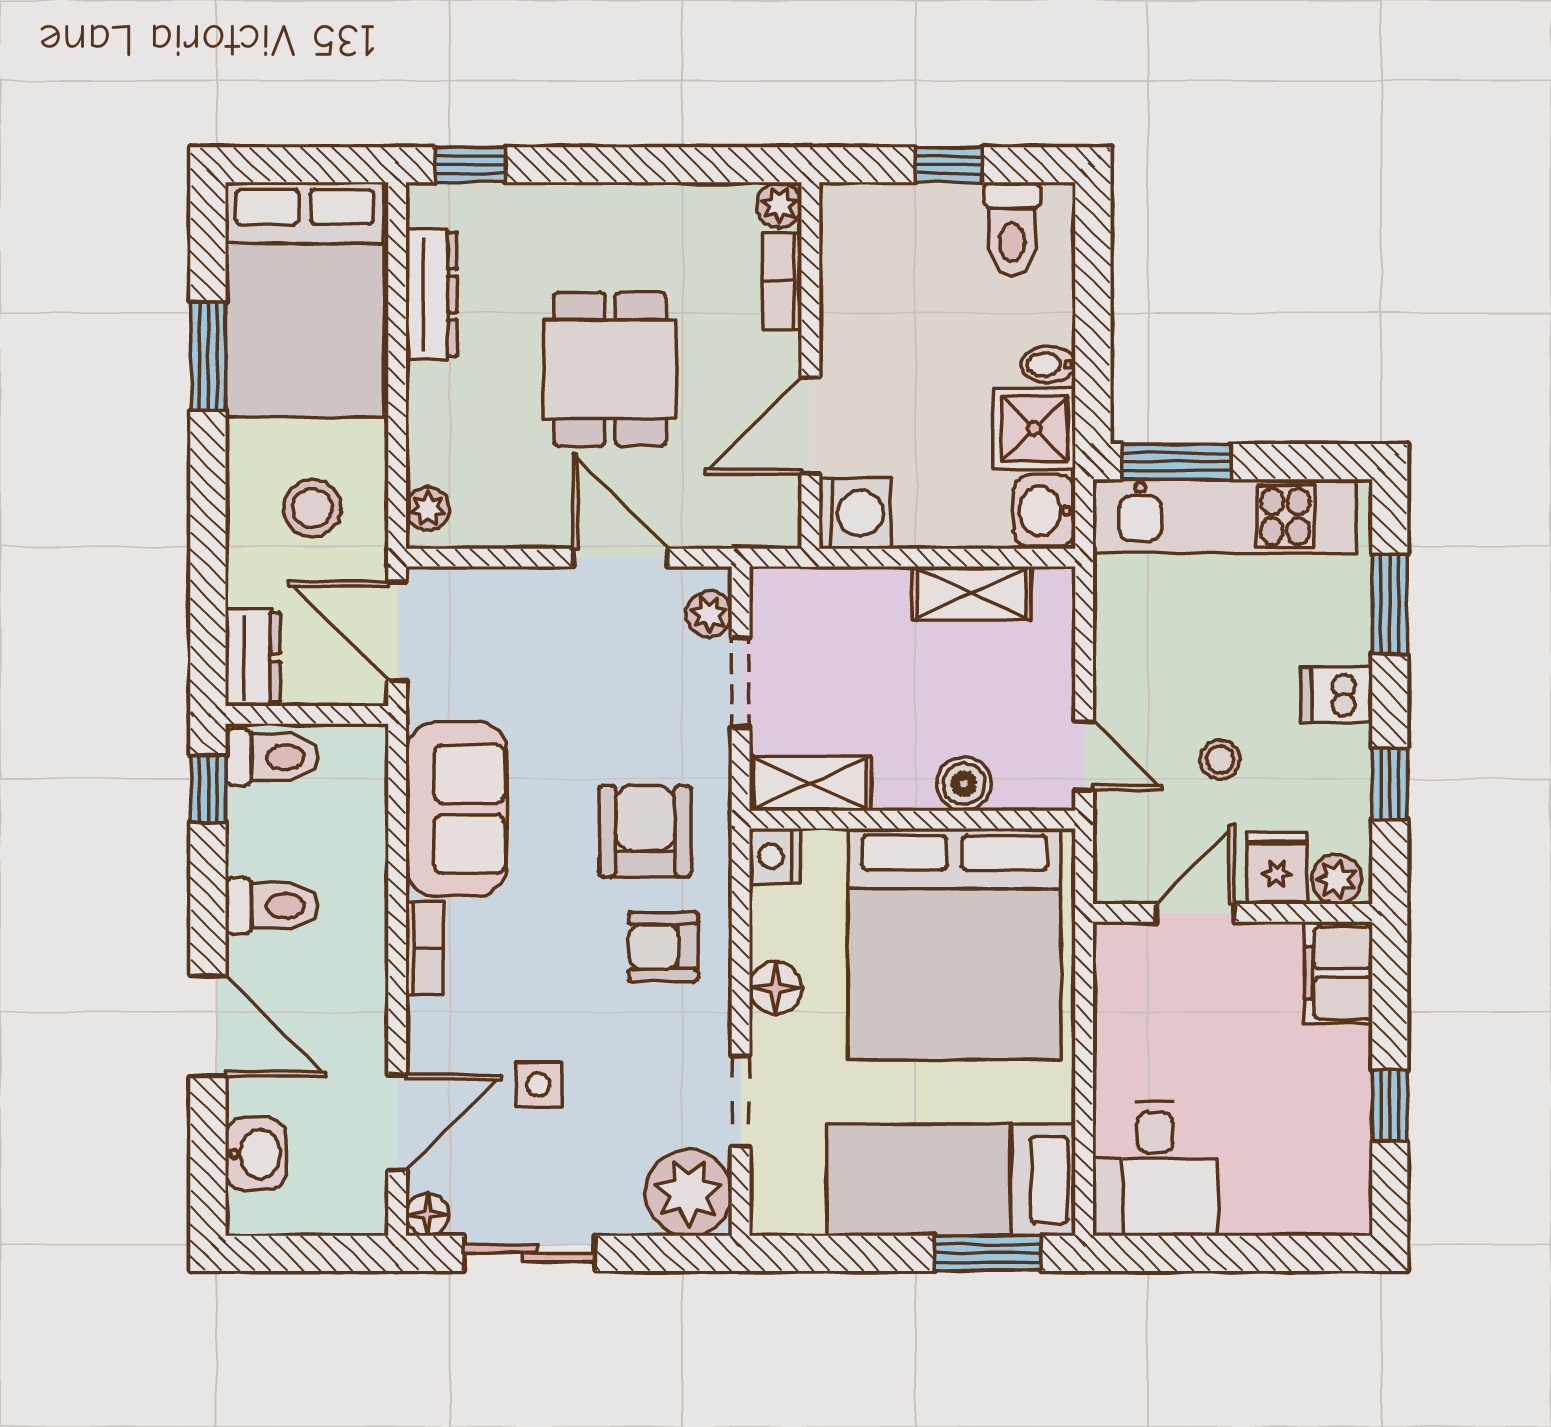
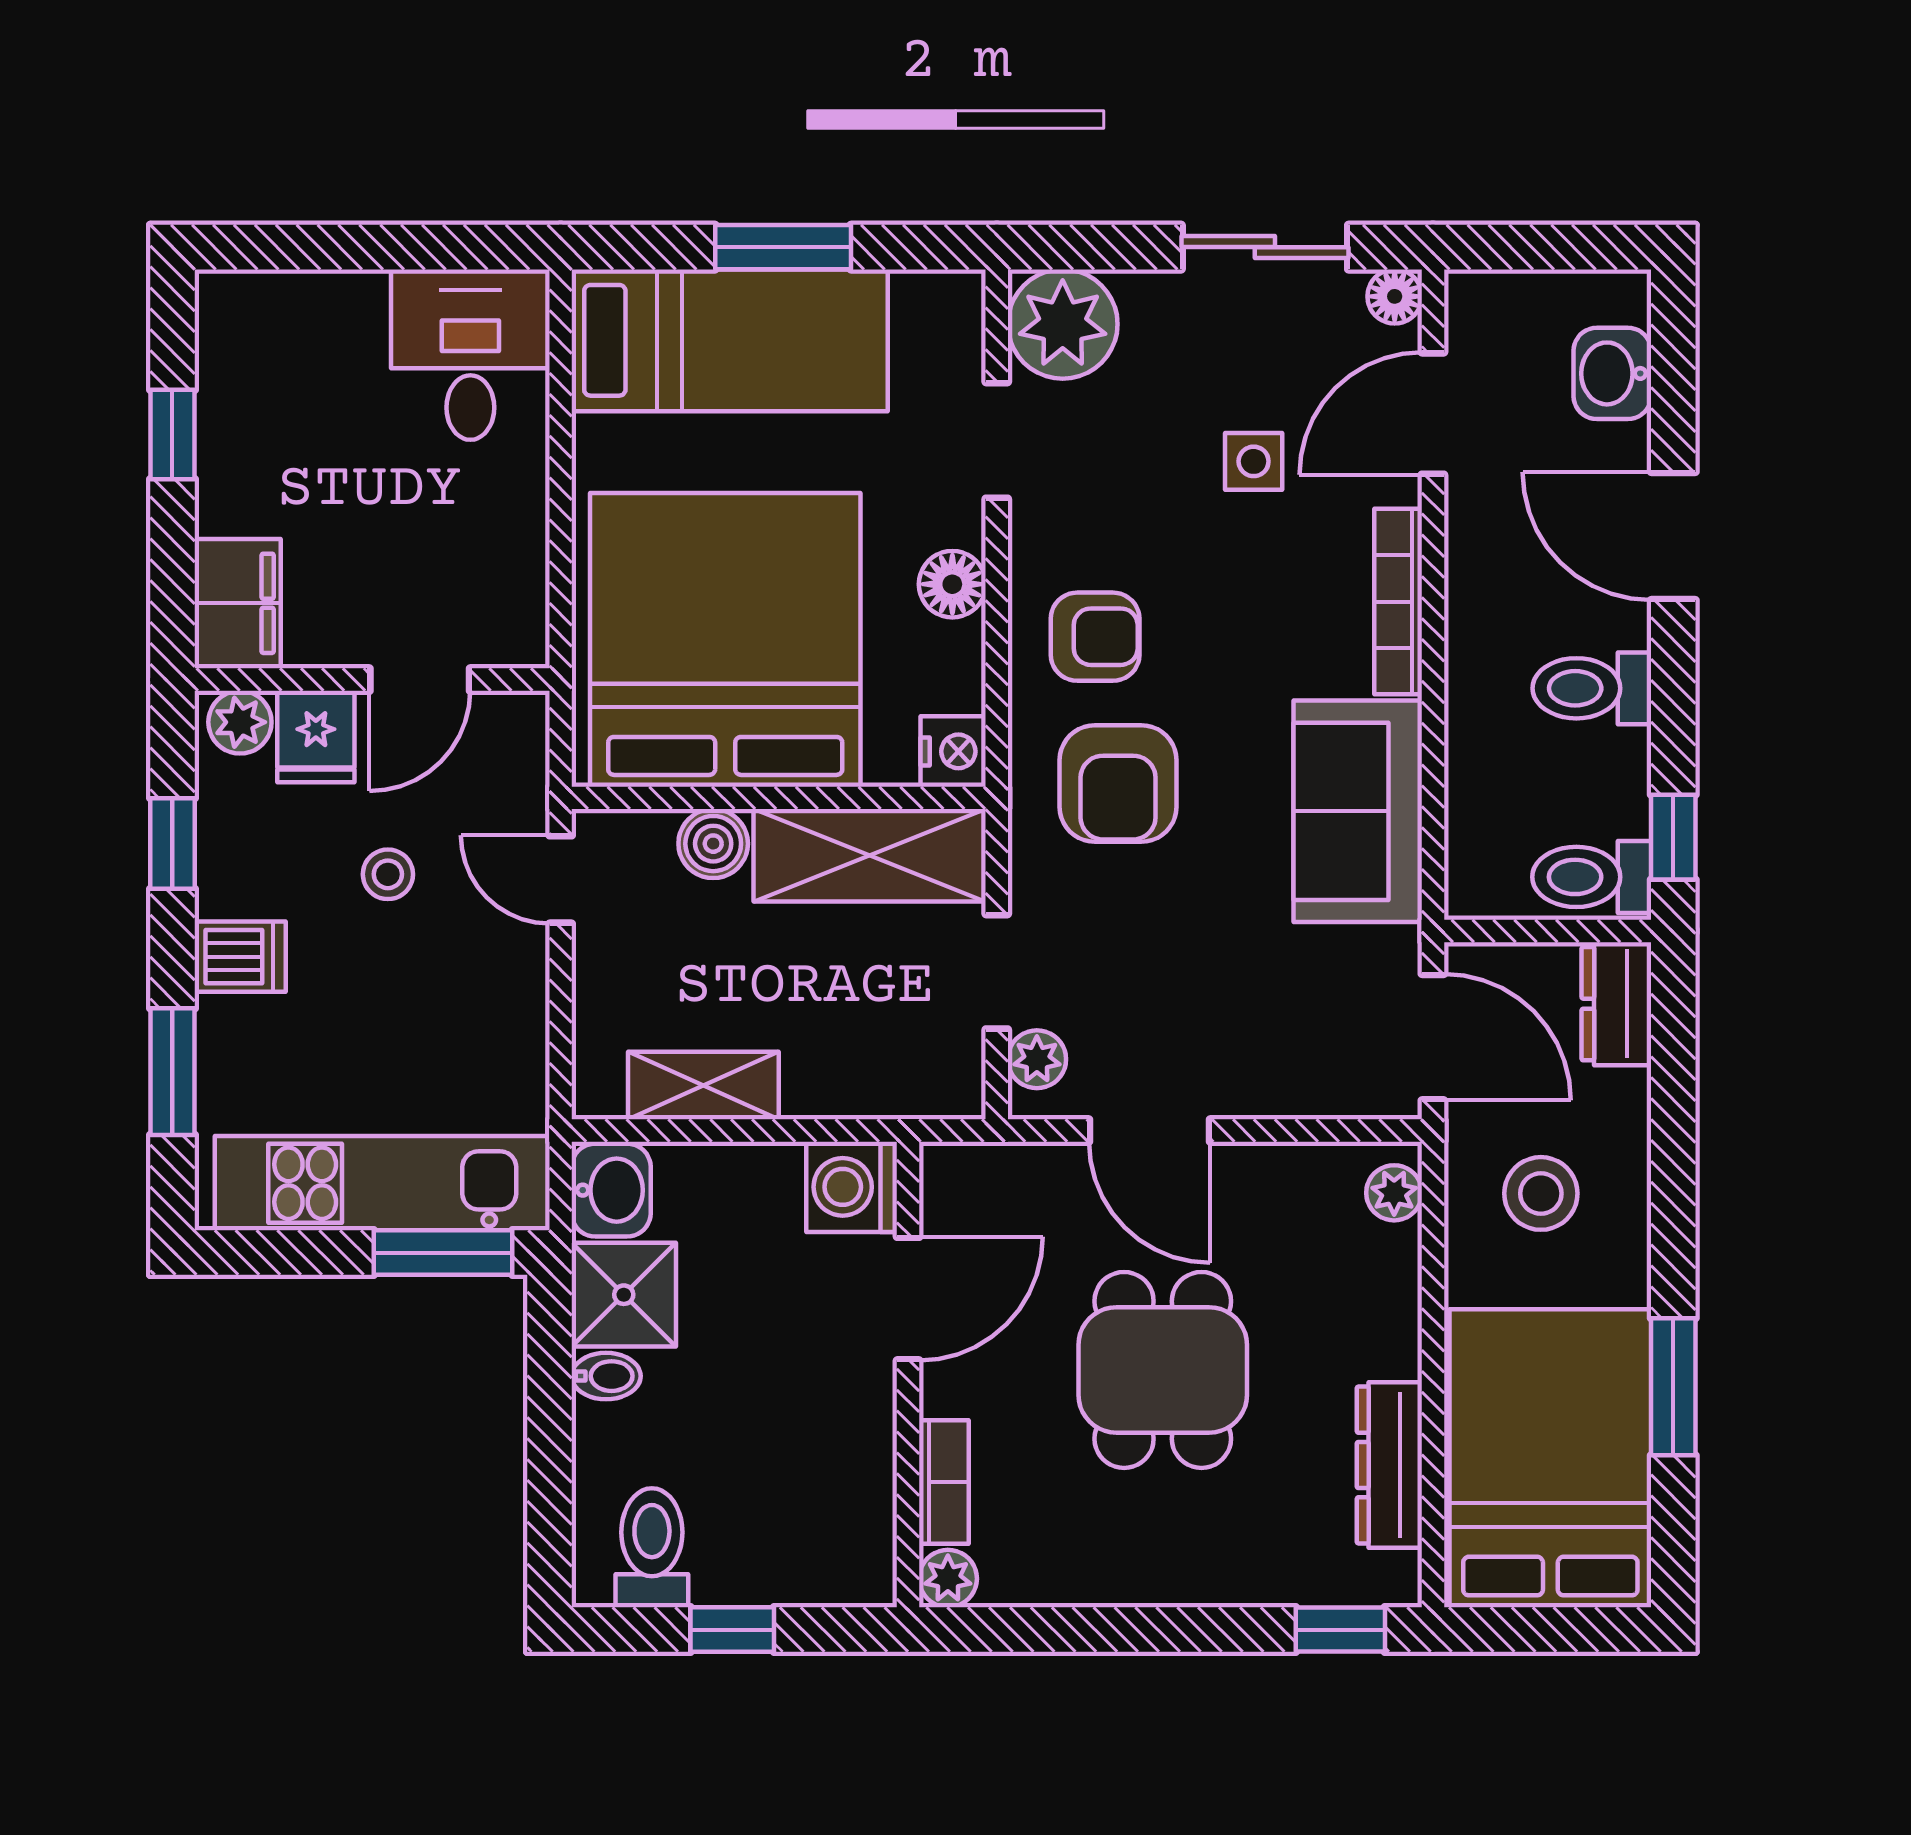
shelving: (810, 784) -> (870, 855), width x1.50, depth x1.33
bookcase: (425, 948) -> (1398, 602), width x1.56
window: (988, 1253) -> (783, 247), moved

